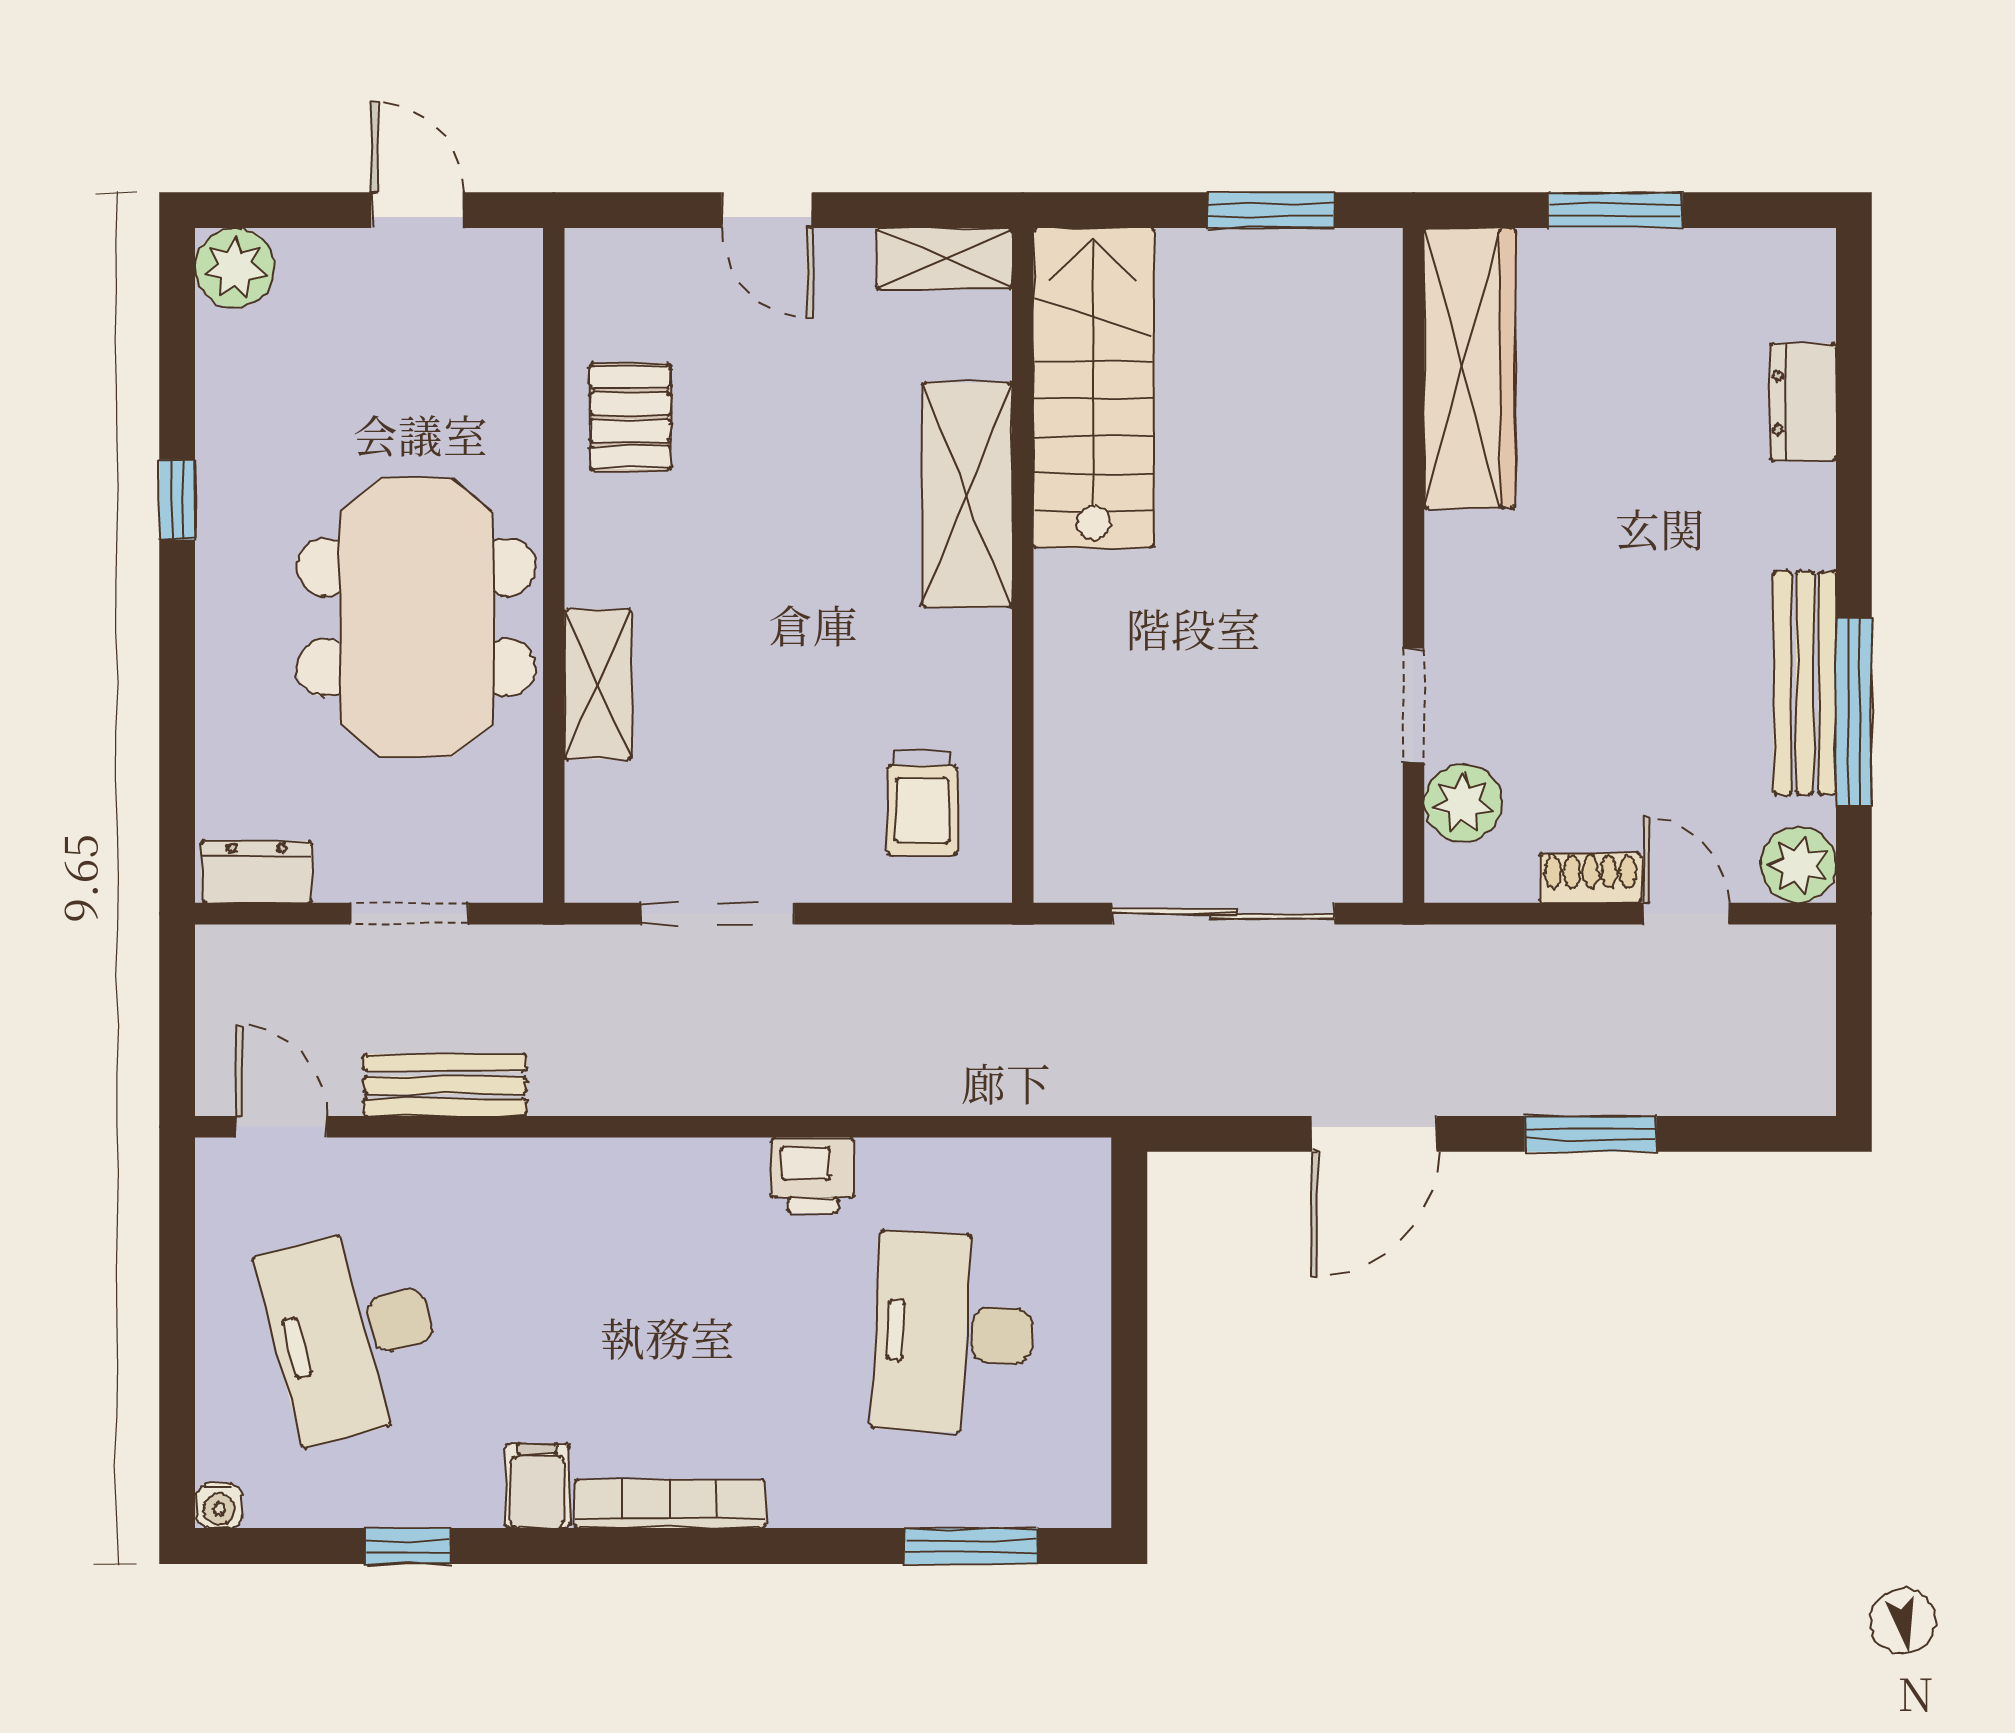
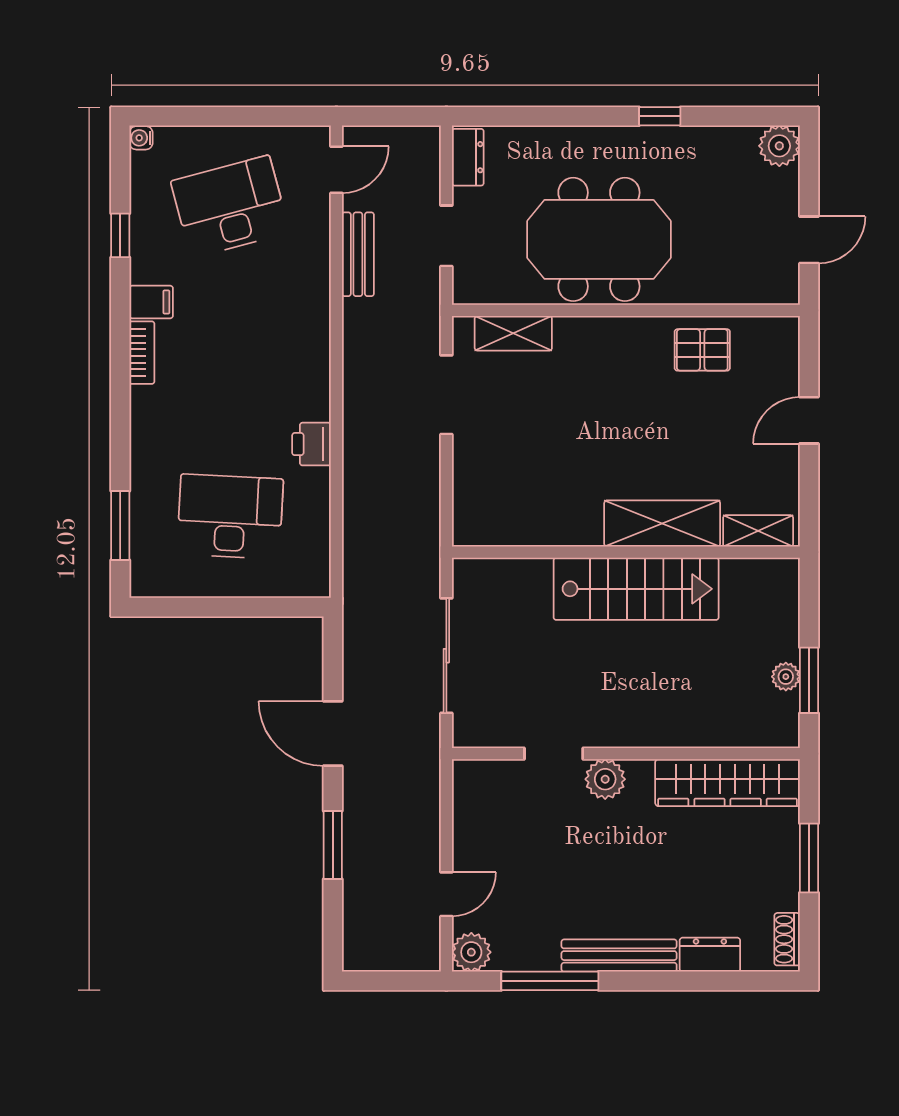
plant: (1264, 255) -> (786, 677), added
shelving: (944, 259) -> (758, 531), moved, turned 90
stairs: (1094, 388) -> (636, 589), moved
bench: (1805, 683) -> (619, 956), moved
shelving: (598, 684) -> (513, 333), moved
trolley: (923, 803) -> (503, 501), removed
plant: (1463, 803) -> (605, 779), moved
shoe rack: (1590, 878) -> (787, 939), moved, turned 180
bookcase: (670, 1504) -> (142, 353), width x0.64

